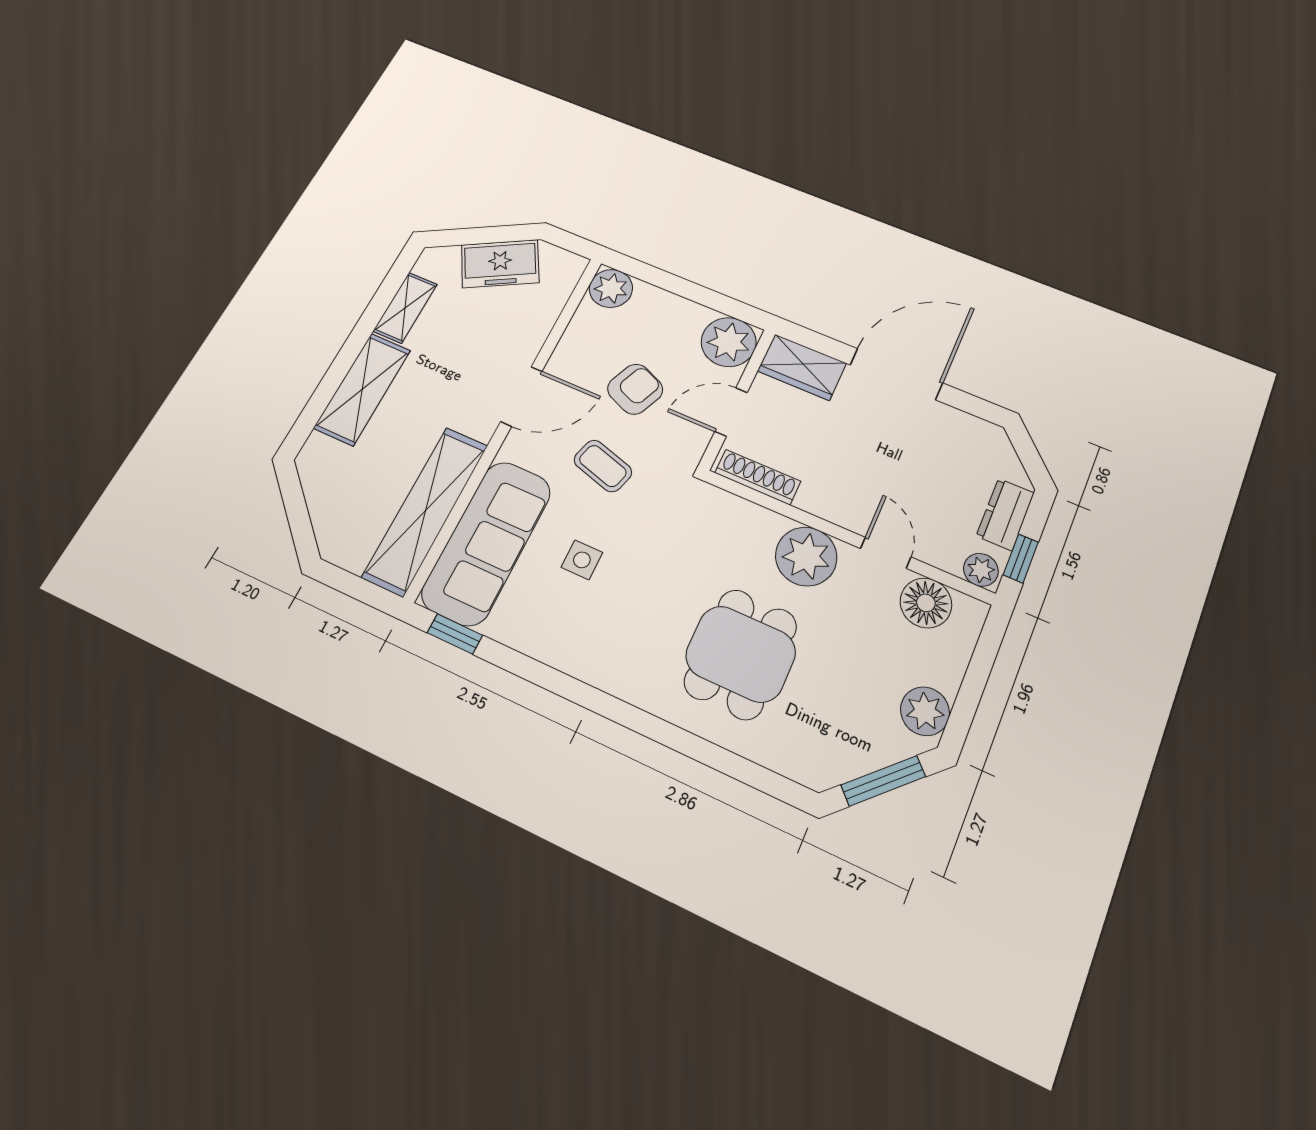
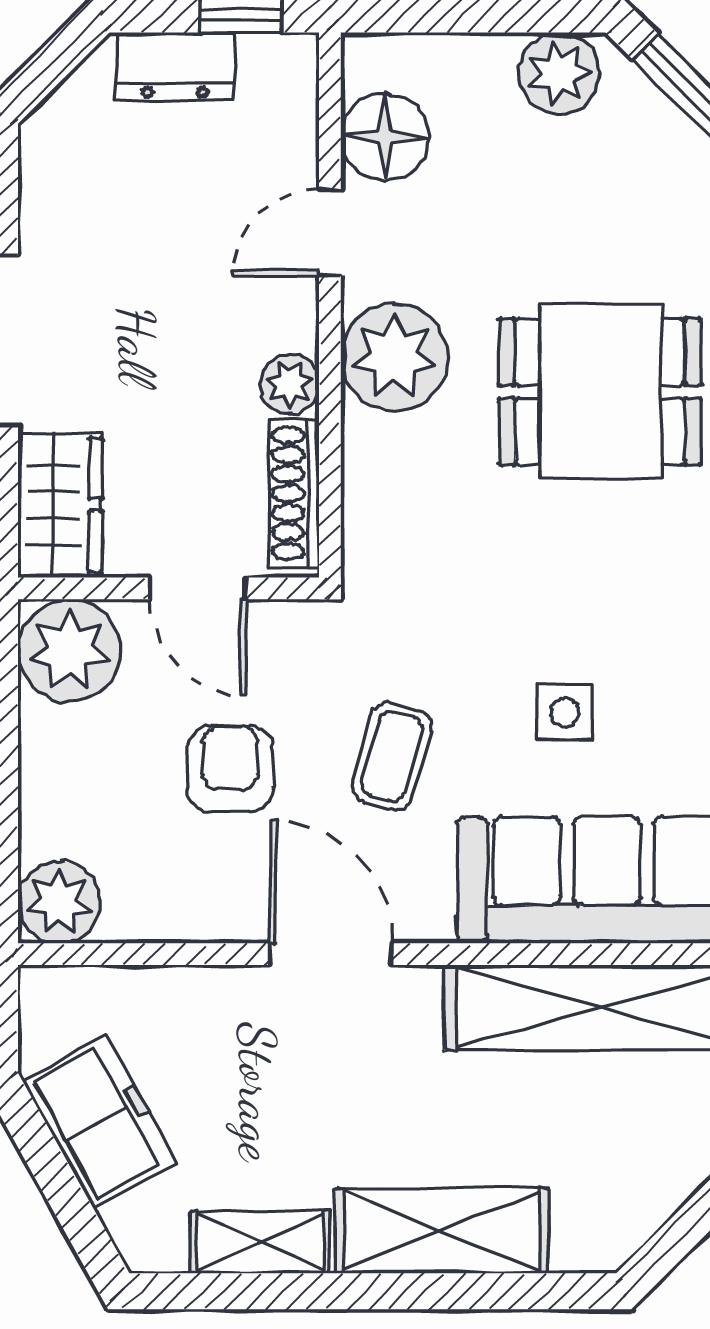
armchair: (635, 389) -> (230, 769), turned 67
plant: (981, 570) -> (289, 384), moved

